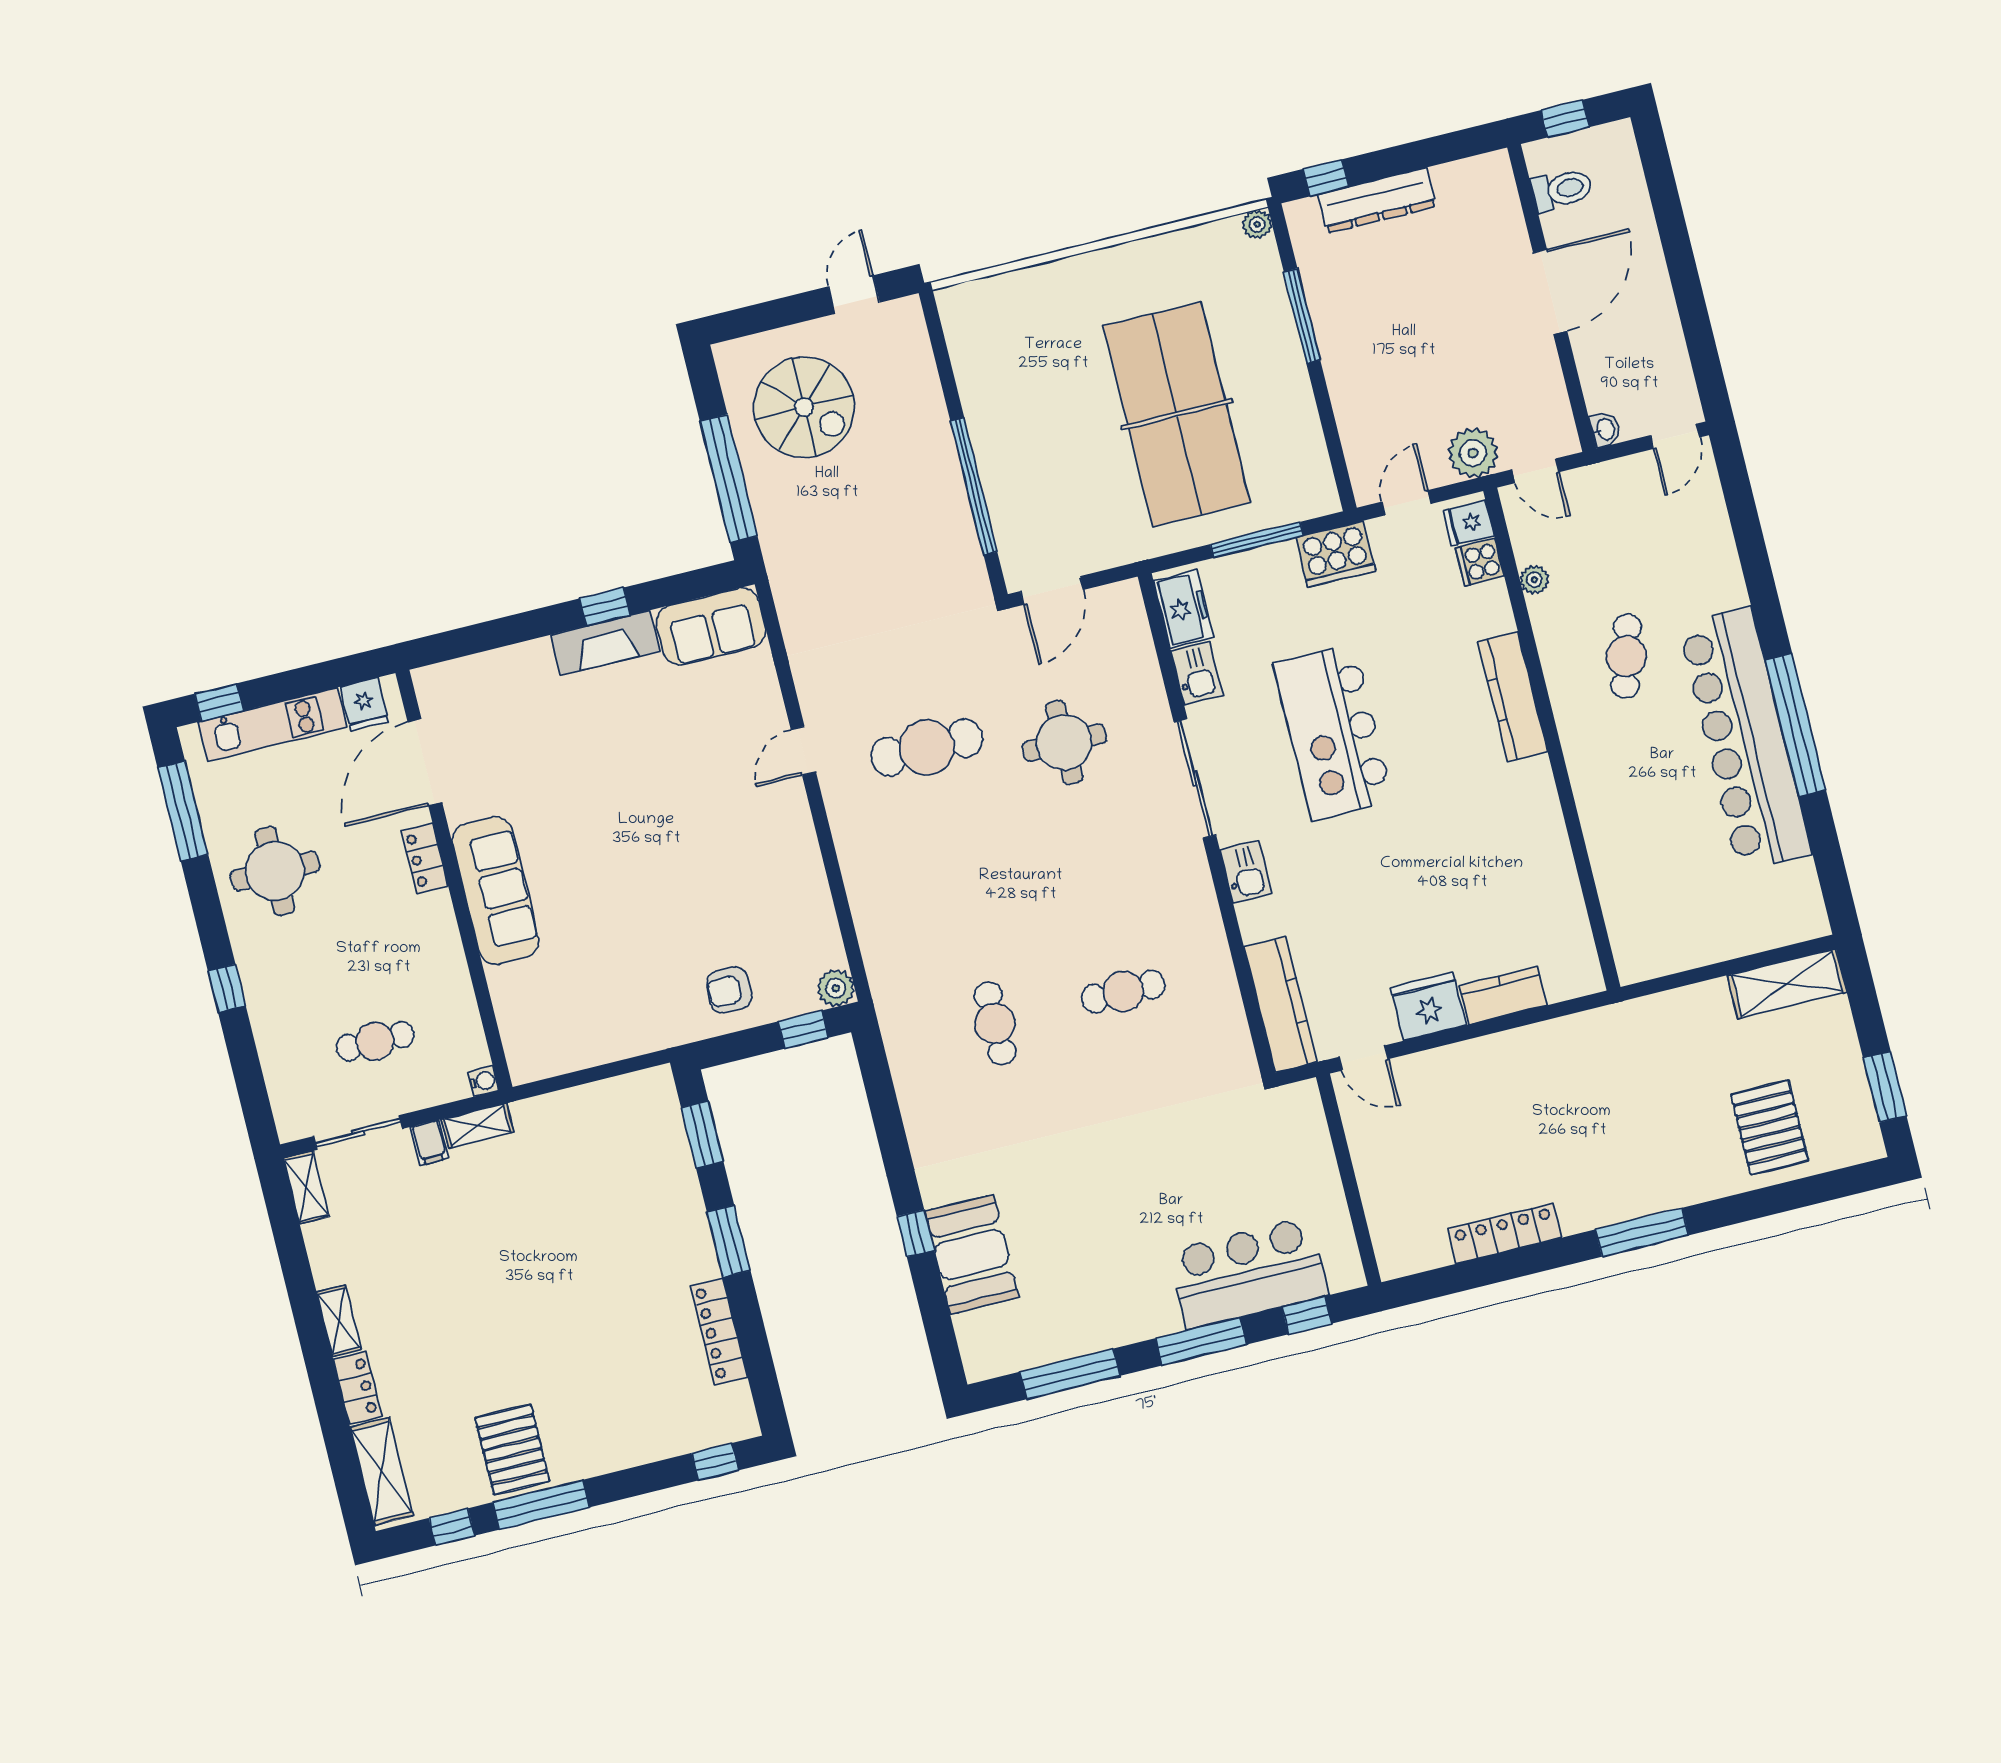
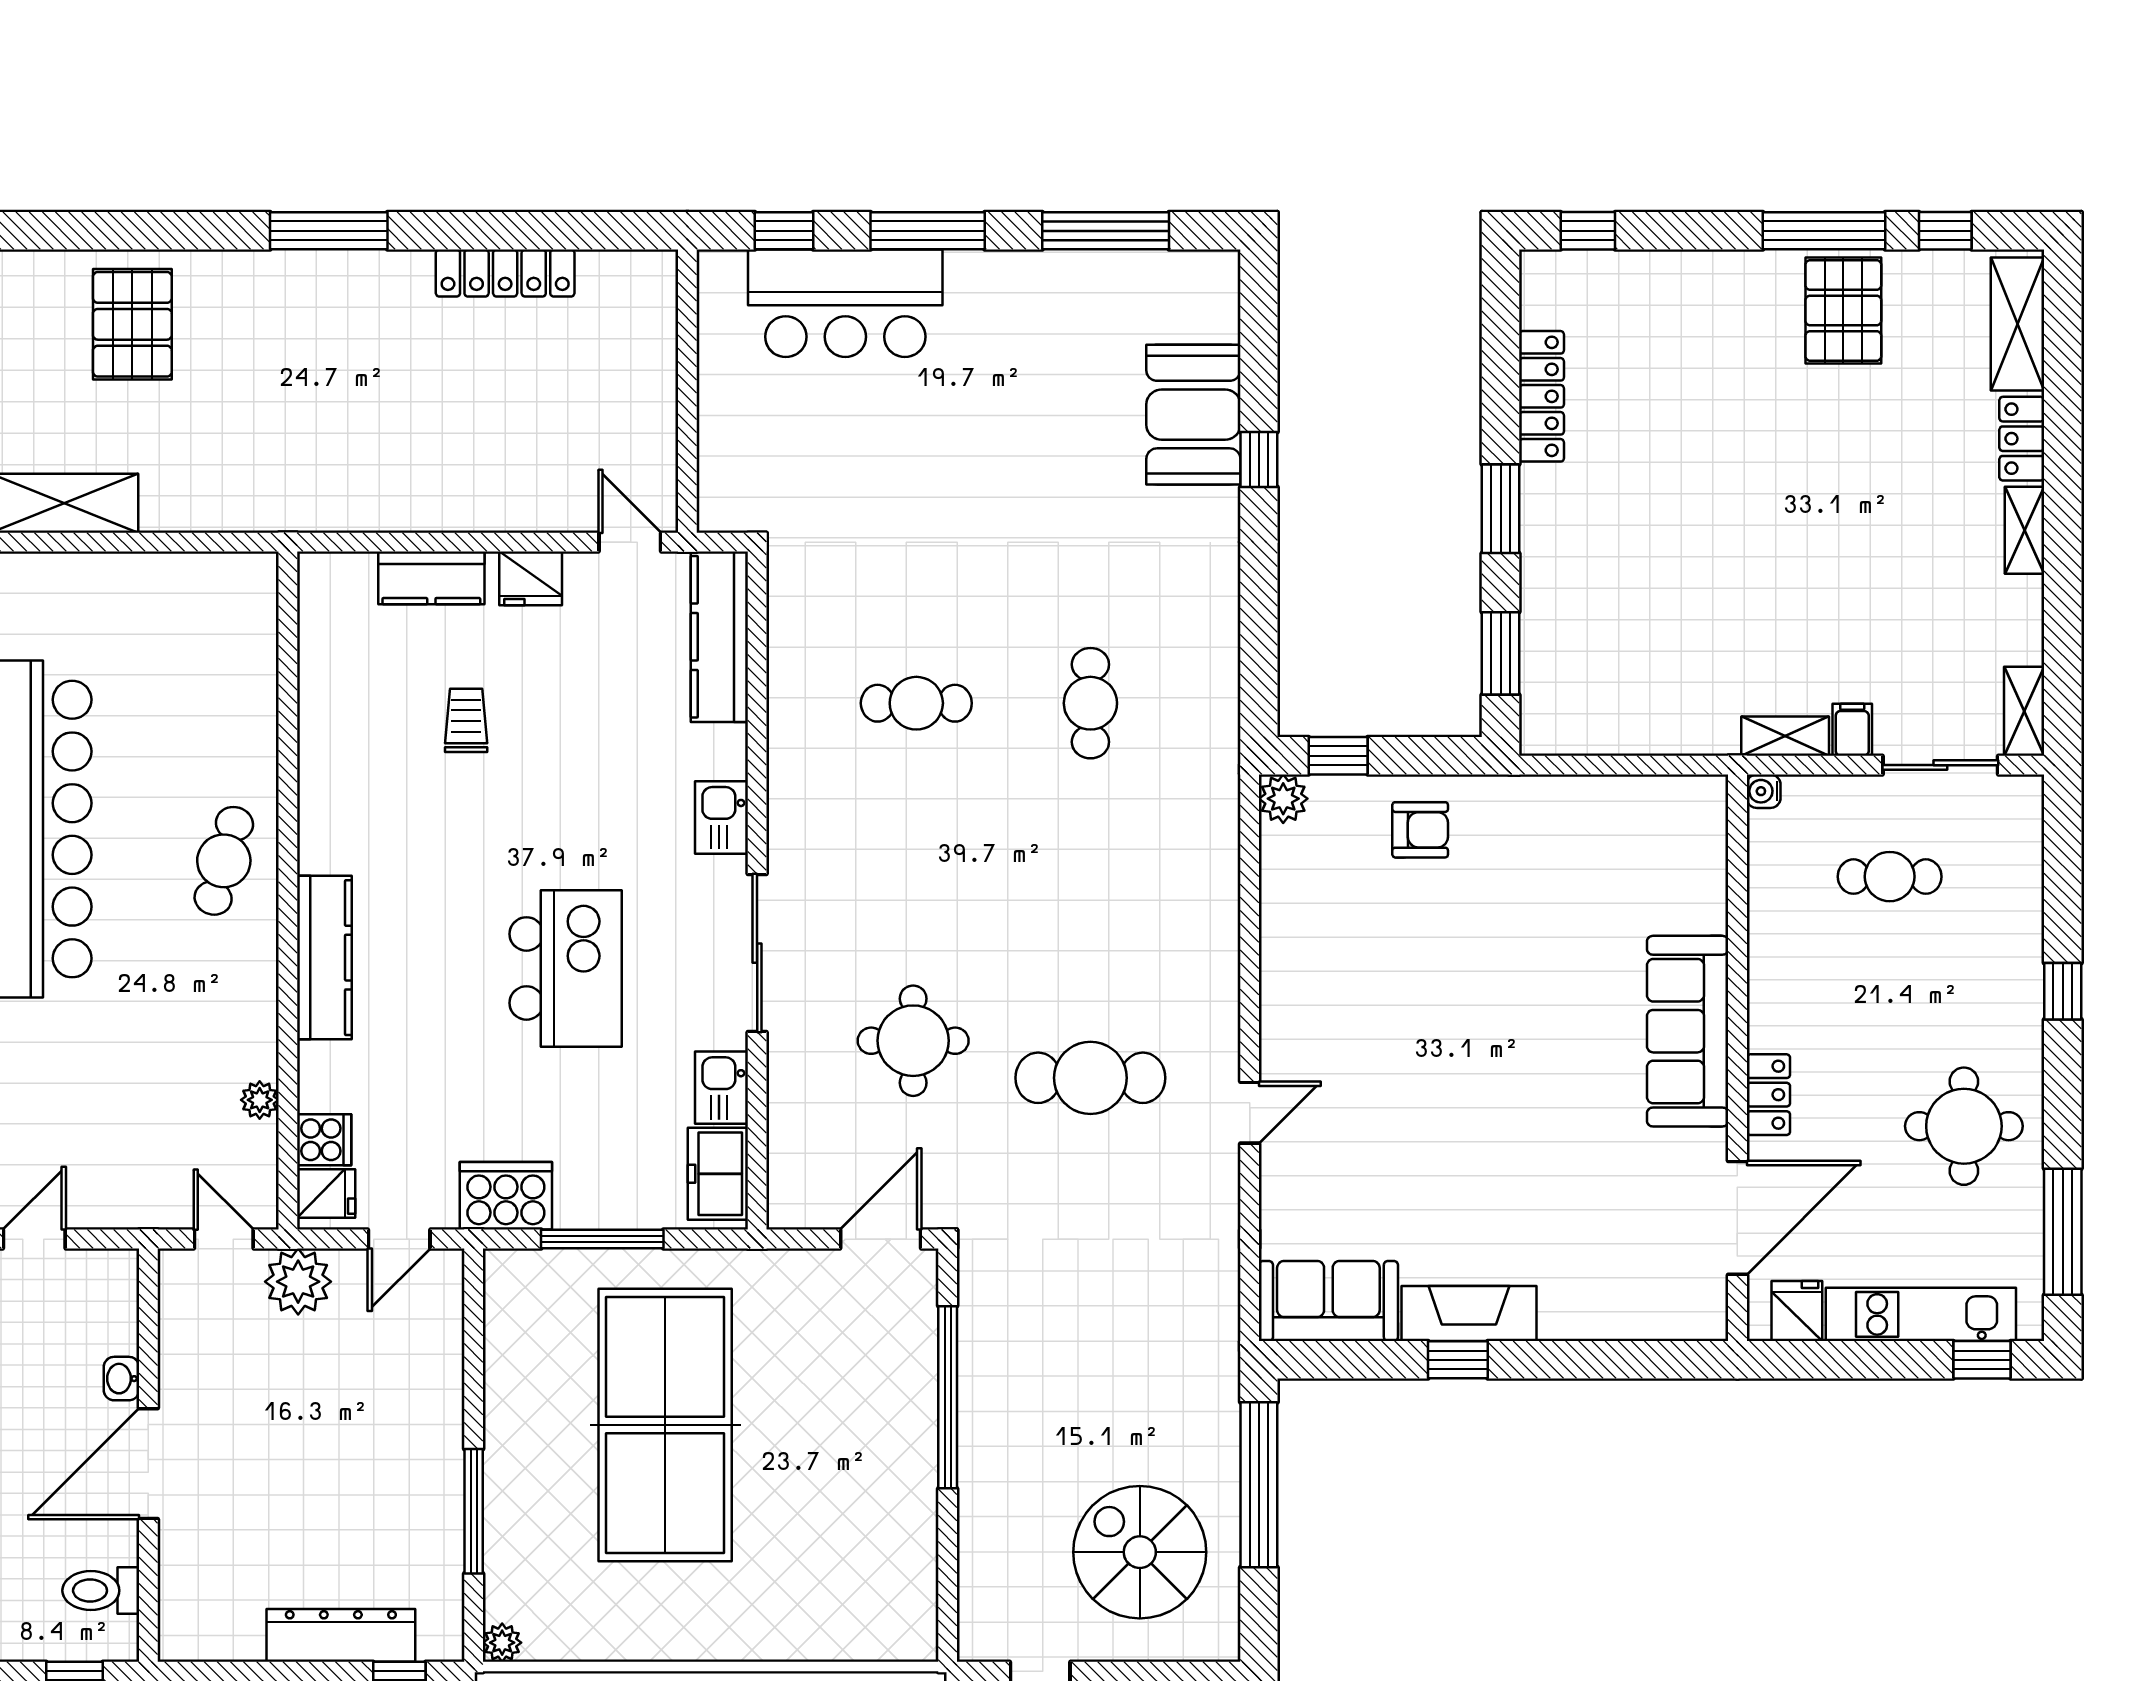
washbasin: (1605, 429) -> (121, 1379), moved
cafe table: (1626, 656) -> (224, 861), moved
kitchen island: (1333, 732) -> (566, 968), width x0.73
trolley: (1452, 897) -> (466, 720), added
fridge: (1428, 1006) -> (531, 578), width x0.73, depth x0.75

